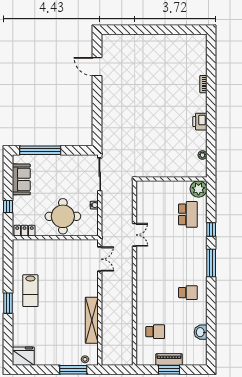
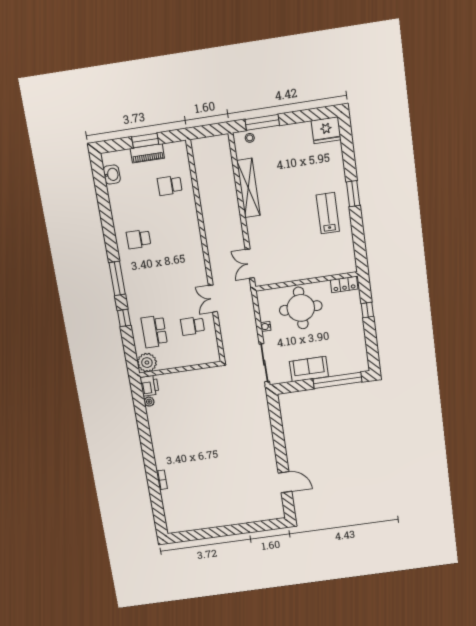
printer: (200, 122) -> (149, 386), moved
sofa: (21, 179) -> (309, 369), moved, turned 90
school desk: (155, 214) -> (193, 326), added
washbasin: (201, 332) -> (112, 174), moved

